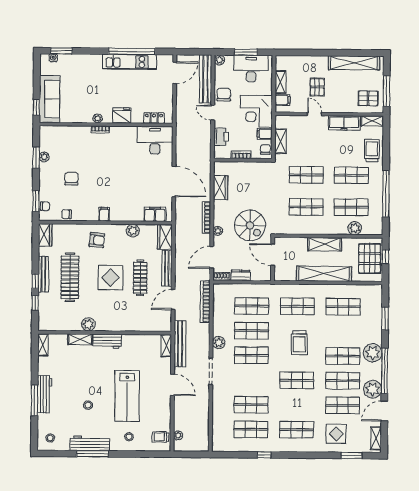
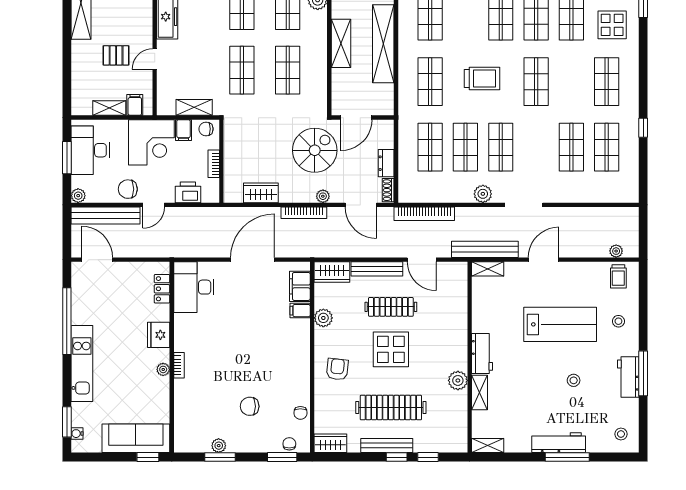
kitchen unit: (130, 62) -> (82, 364), moved
filing cabinet: (104, 214) -> (300, 311), moved
workbench: (90, 443) -> (628, 377), width x0.73

